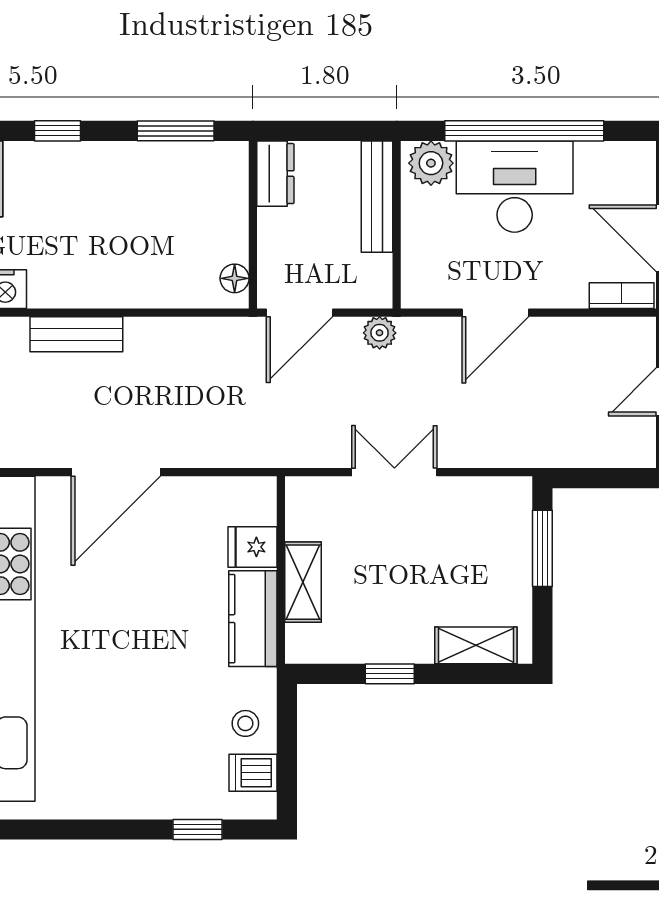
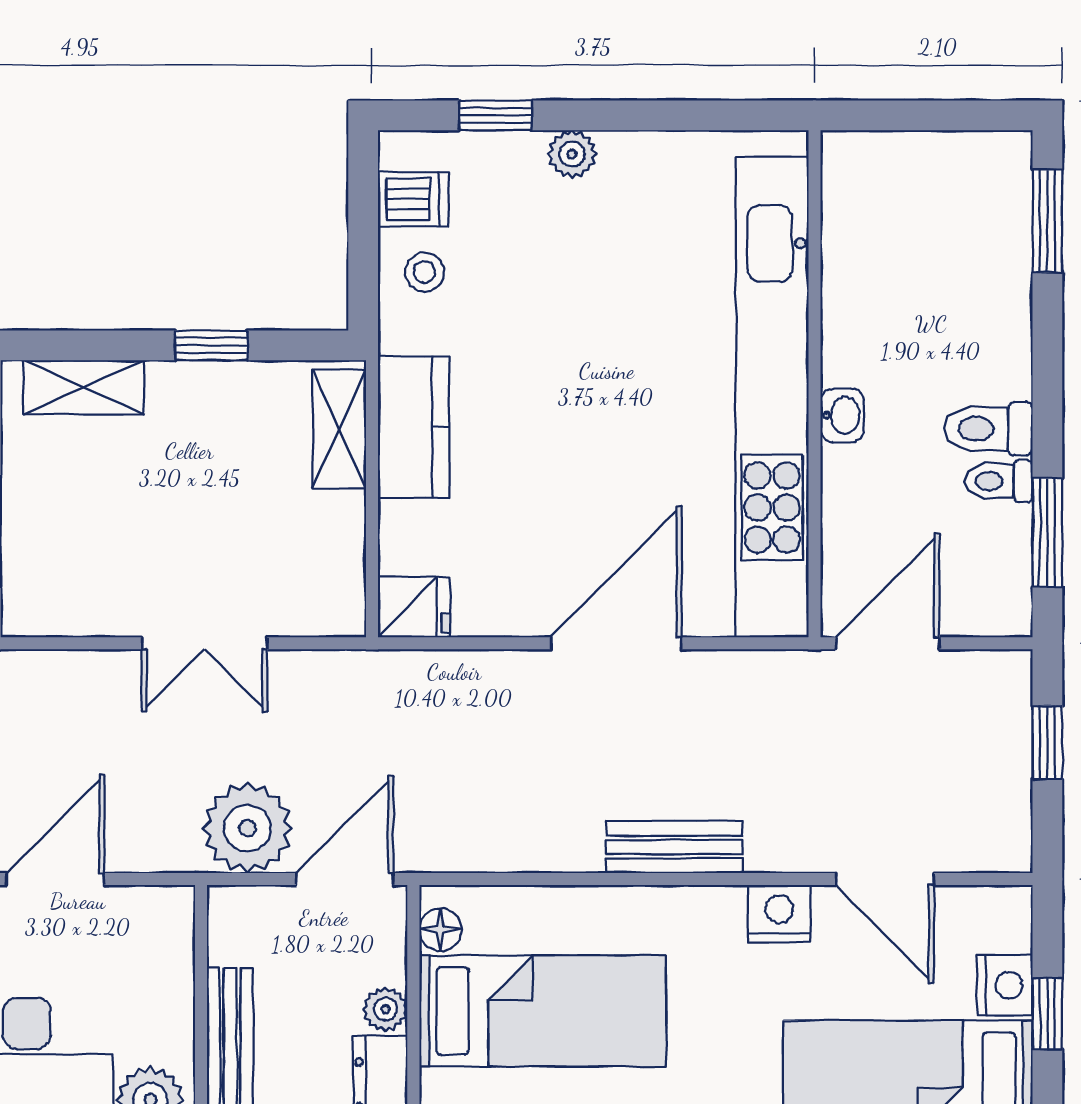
bed: (165, 223) -> (543, 1011), added
plant: (272, 224) -> (385, 1009), added
plant: (380, 333) -> (247, 828), width x1.87, depth x1.87
fridge: (253, 547) -> (414, 607), moved
shelving: (303, 582) -> (339, 429), moved
plant: (145, 803) -> (572, 154), added

